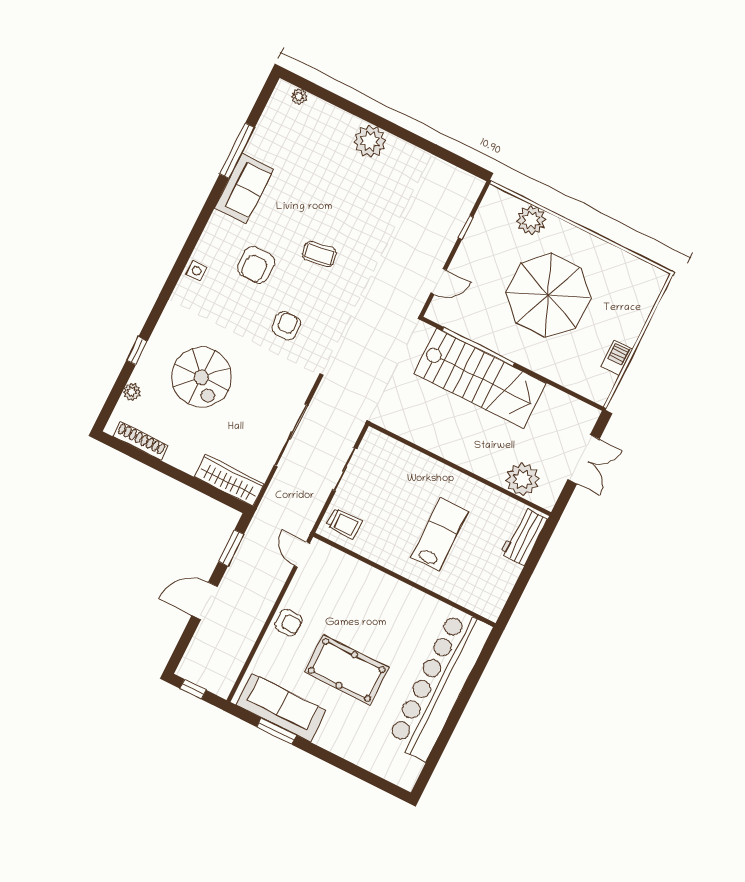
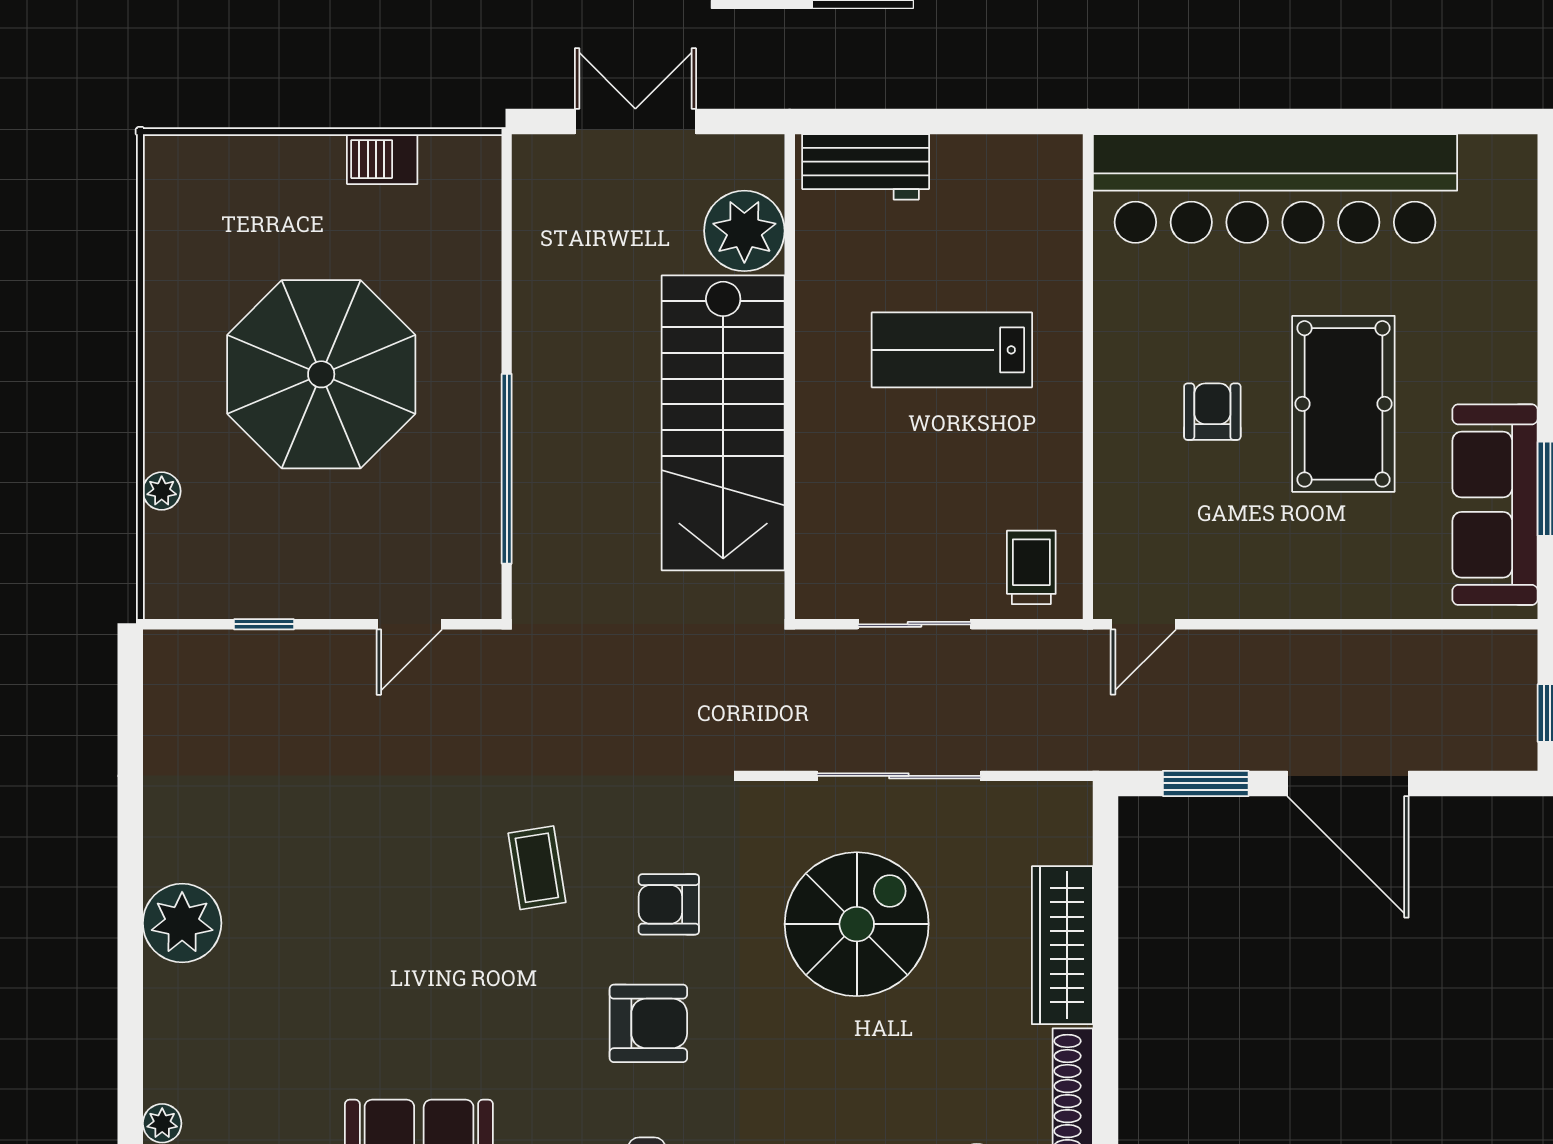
plant: (531, 220) -> (162, 491), width x0.53, depth x0.53
coffee table: (319, 254) -> (537, 868), moved
armchair: (256, 265) -> (648, 1023), moved
door: (439, 281) -> (409, 624), swing flipped
spiral stairs: (201, 377) -> (857, 924), moved
stairs: (480, 378) -> (723, 423), moved, turned 180
wardrobe: (229, 480) -> (1062, 945), moved
door: (205, 601) -> (1348, 783), width x1.36
armchair: (289, 623) -> (1212, 412), moved

